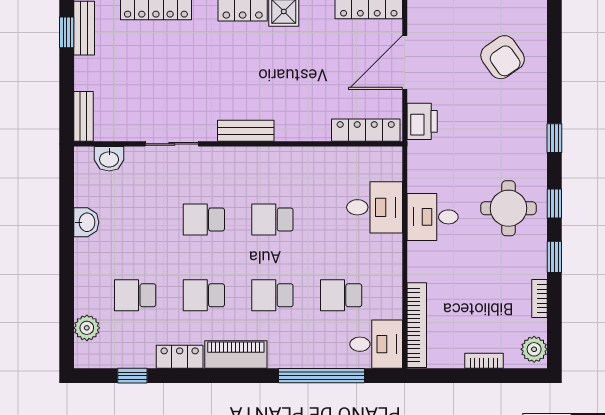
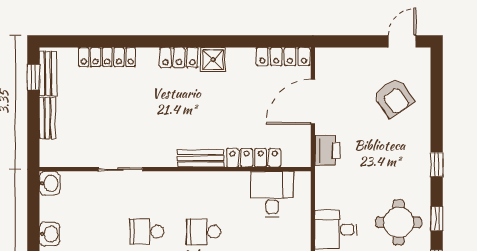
bench: (83, 116) -> (47, 118), moved
locker: (366, 130) -> (254, 158), moved
bench: (246, 131) -> (201, 158), moved
washbasin: (109, 159) -> (50, 183), moved, turned -90
desk: (375, 207) -> (272, 194), moved, turned -90

